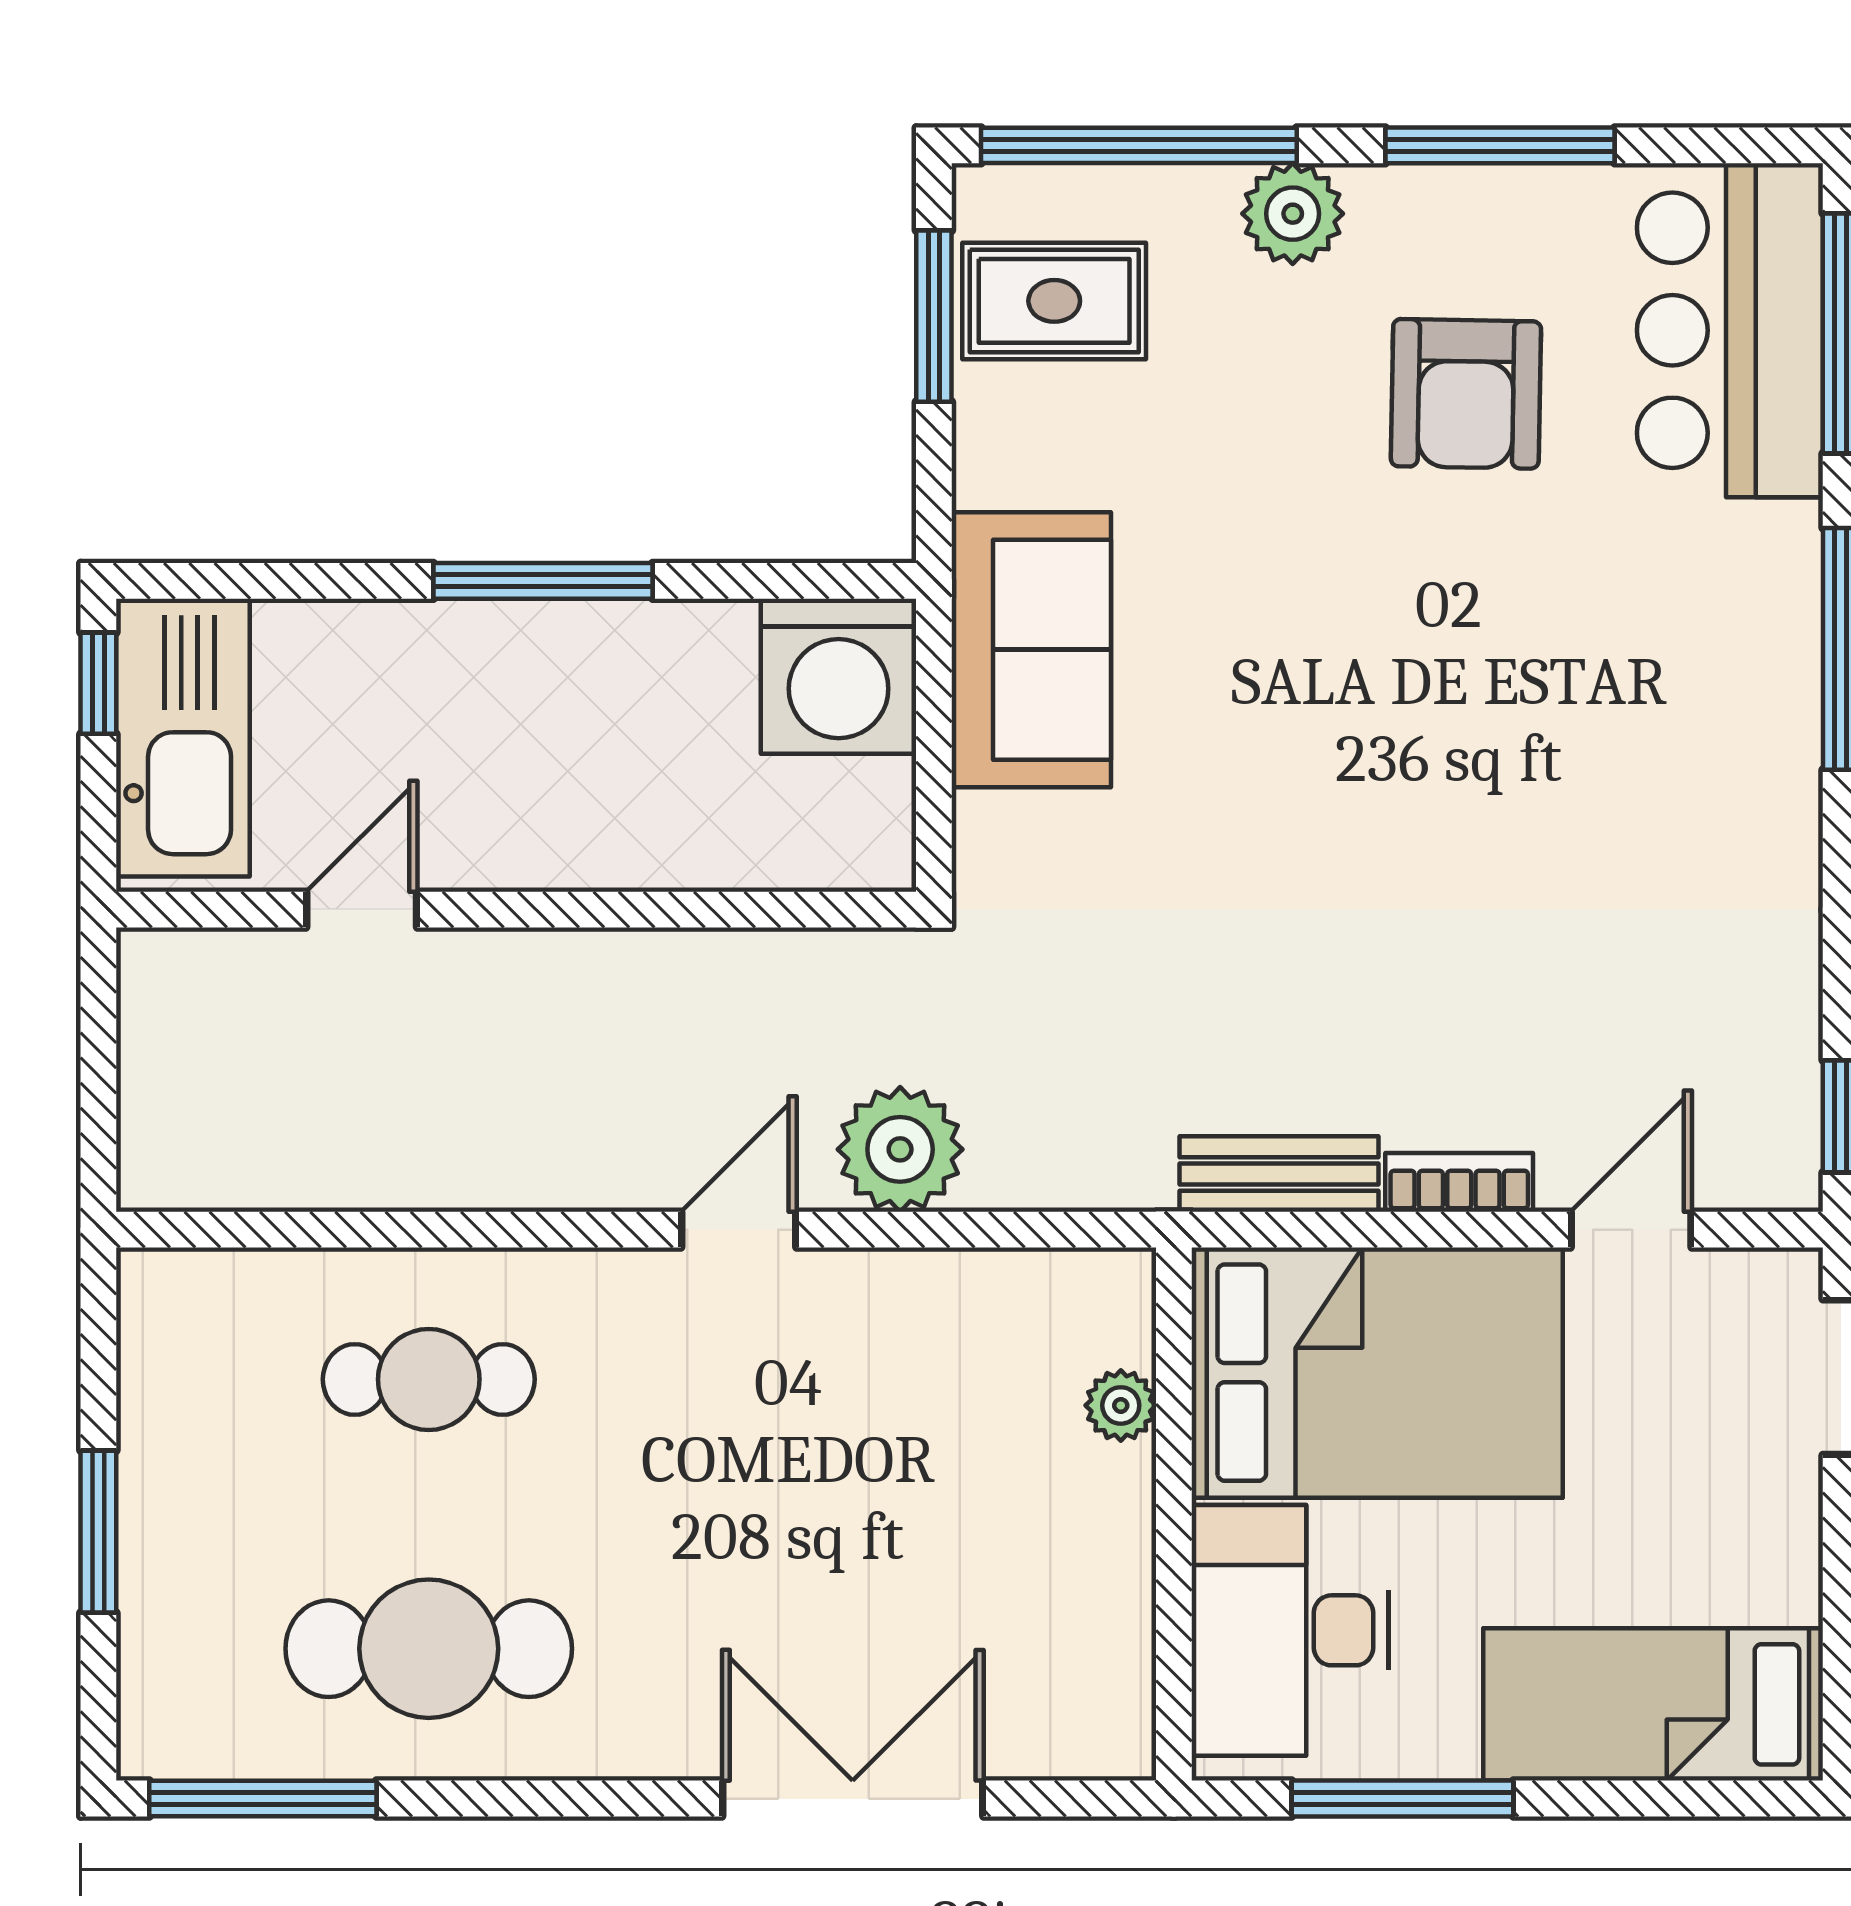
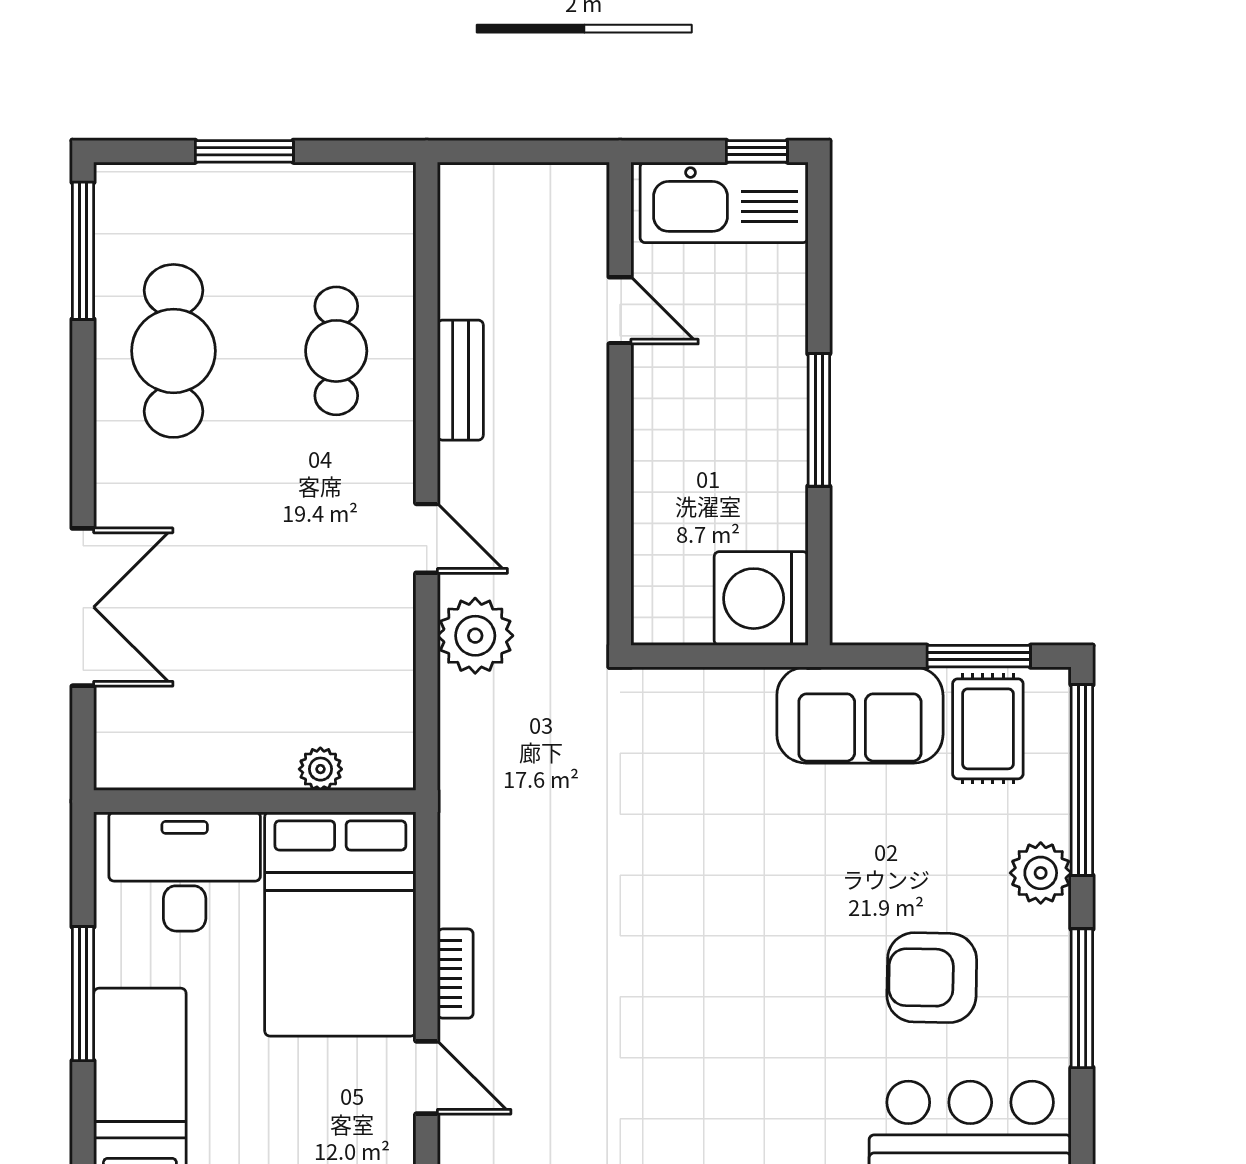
sofa: (1031, 650) -> (860, 715), moved
bench: (1279, 1174) -> (460, 380), moved
window: (1402, 1799) -> (83, 994), moved

